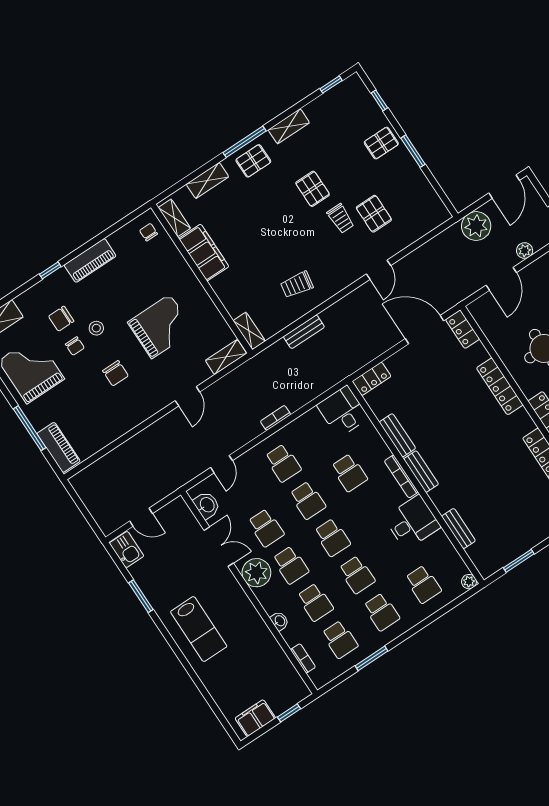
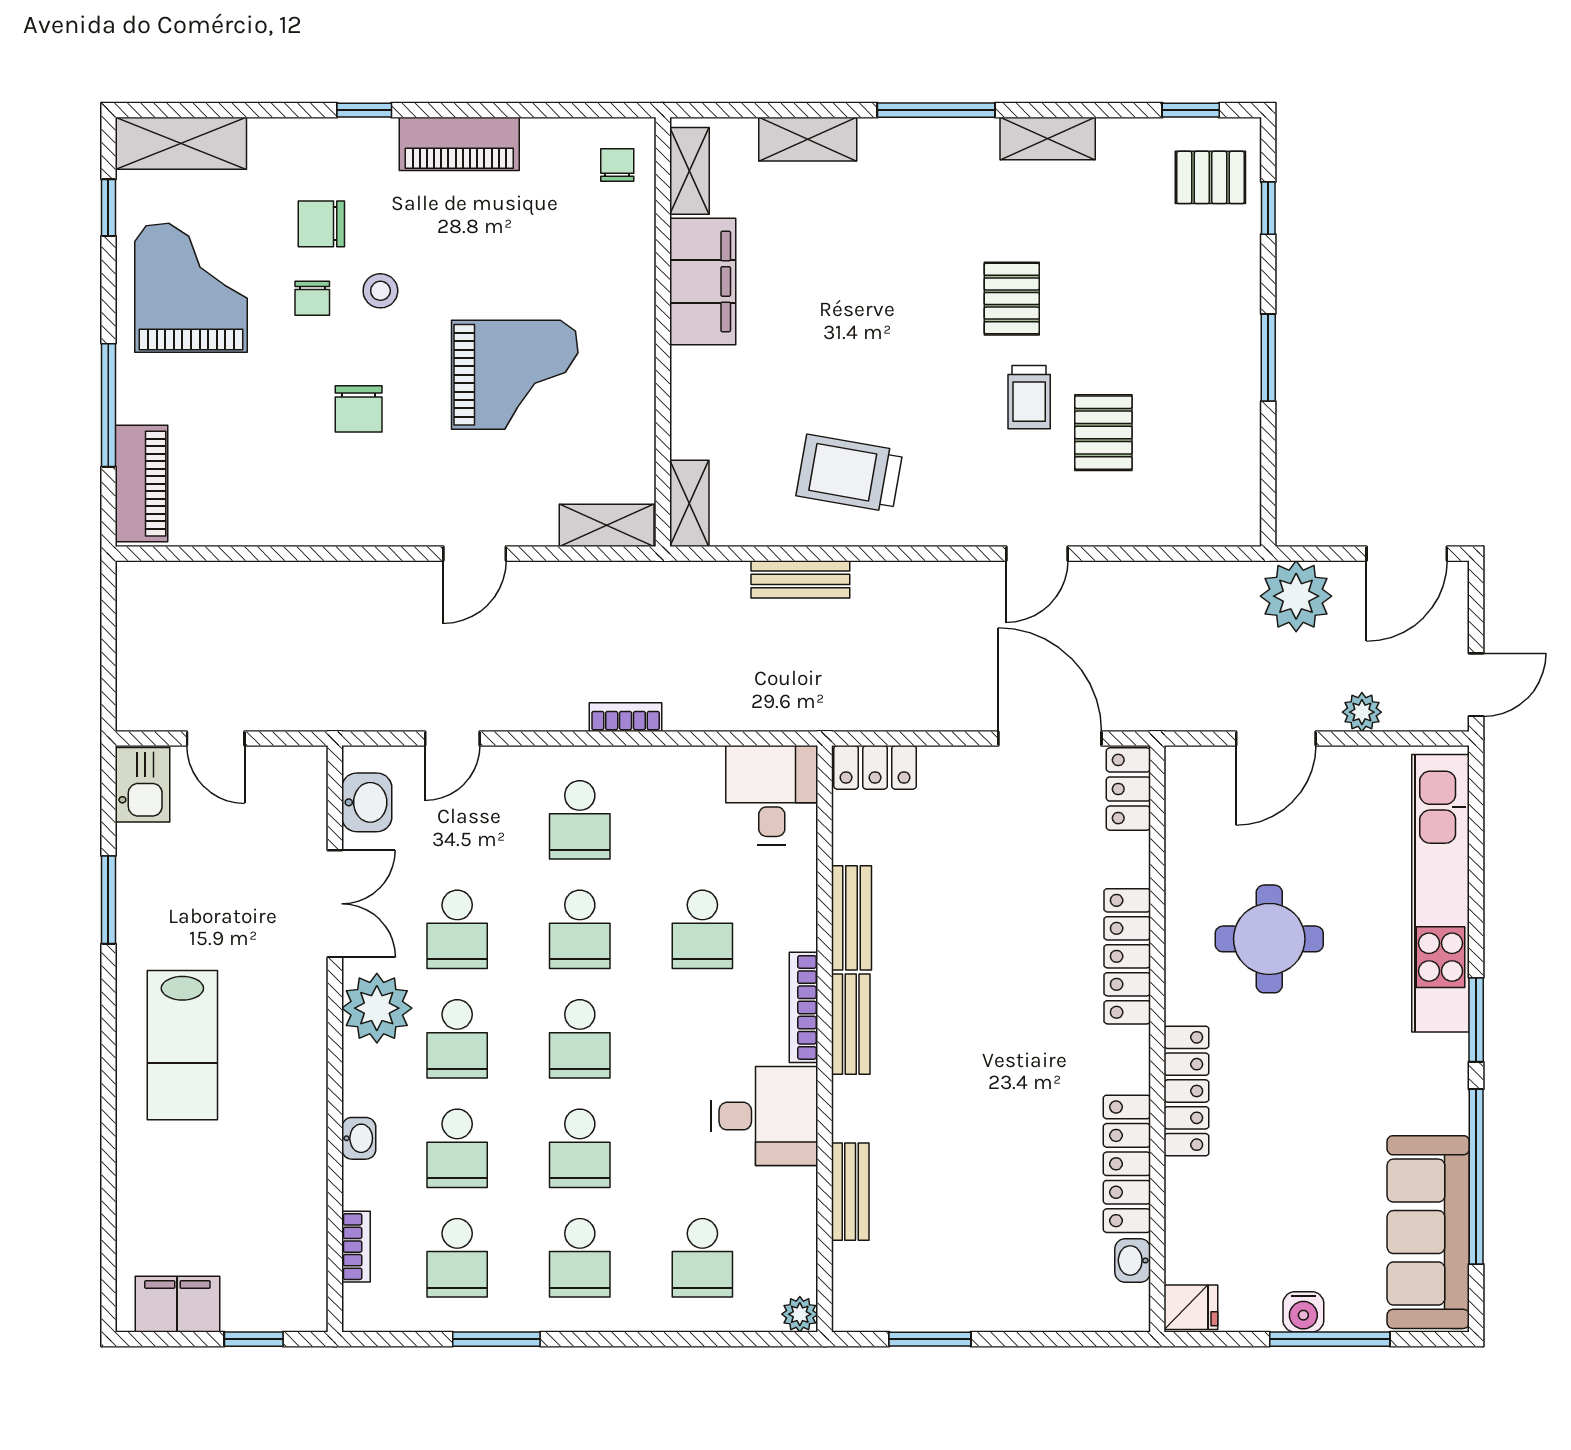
pallet: (381, 143) -> (1210, 177), moved
pallet: (253, 161) -> (928, 161), removed
trolley: (297, 285) -> (849, 473), width x1.36, depth x1.39

